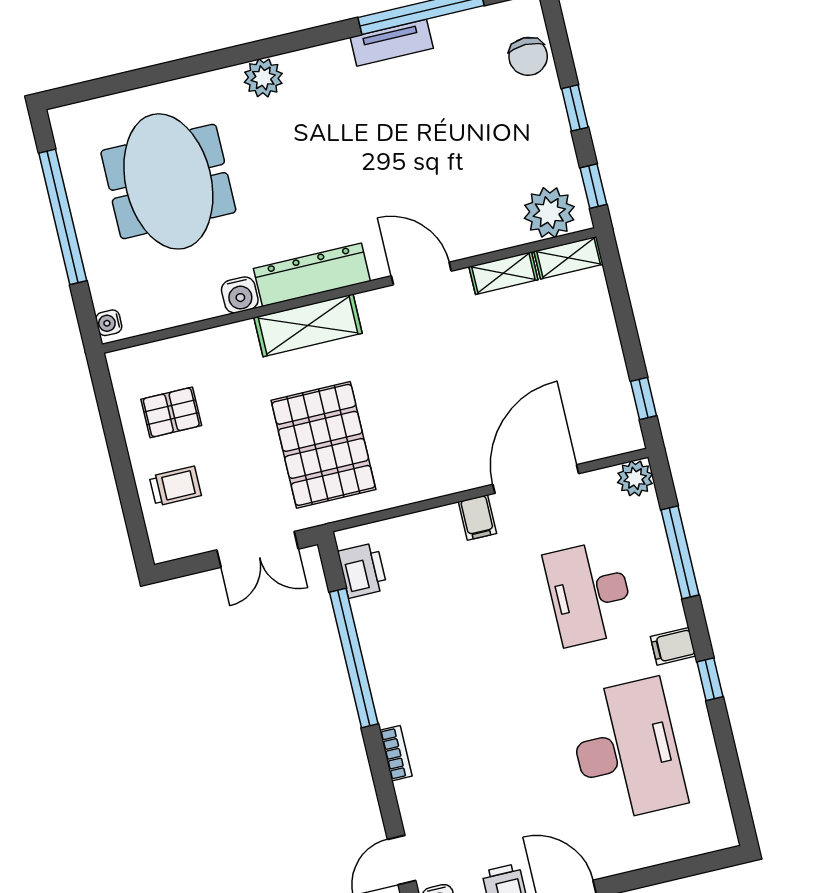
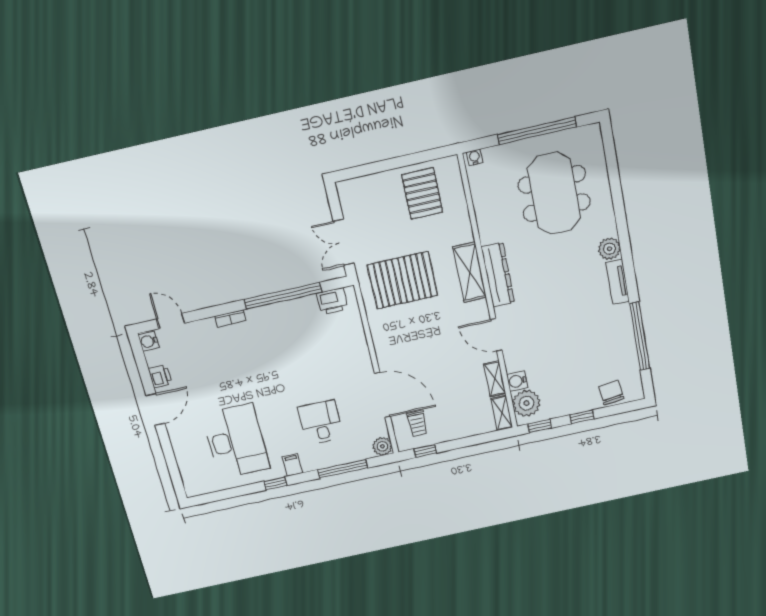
tv unit: (392, 43) -> (618, 282), moved
chair: (528, 56) -> (611, 393), turned 83
meeting table: (168, 181) -> (554, 194), turned 90
door: (421, 273) -> (496, 335), swing flipped
water cooler: (240, 295) -> (517, 381), moved
pallet: (171, 412) -> (422, 194), width x1.50, depth x1.42
trolley: (175, 486) -> (417, 423), moved
filing cabinet: (477, 518) -> (361, 364), removed
desk: (589, 593) -> (321, 422), width x0.73
desk: (627, 750) -> (236, 441), turned -90

